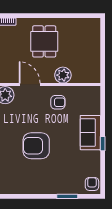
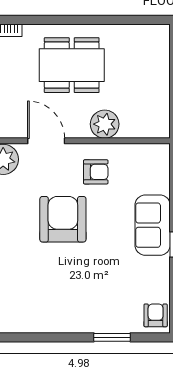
dining table: (44, 41) -> (72, 65), width x1.38
armchair: (36, 146) -> (63, 219), moved, turned 90

